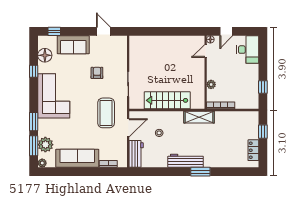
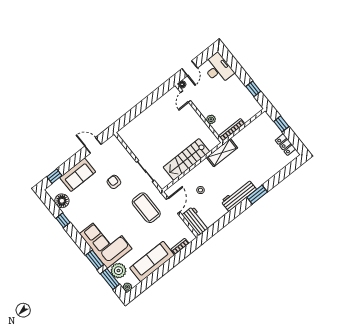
corner sofa: (54, 96) -> (106, 241), moved

